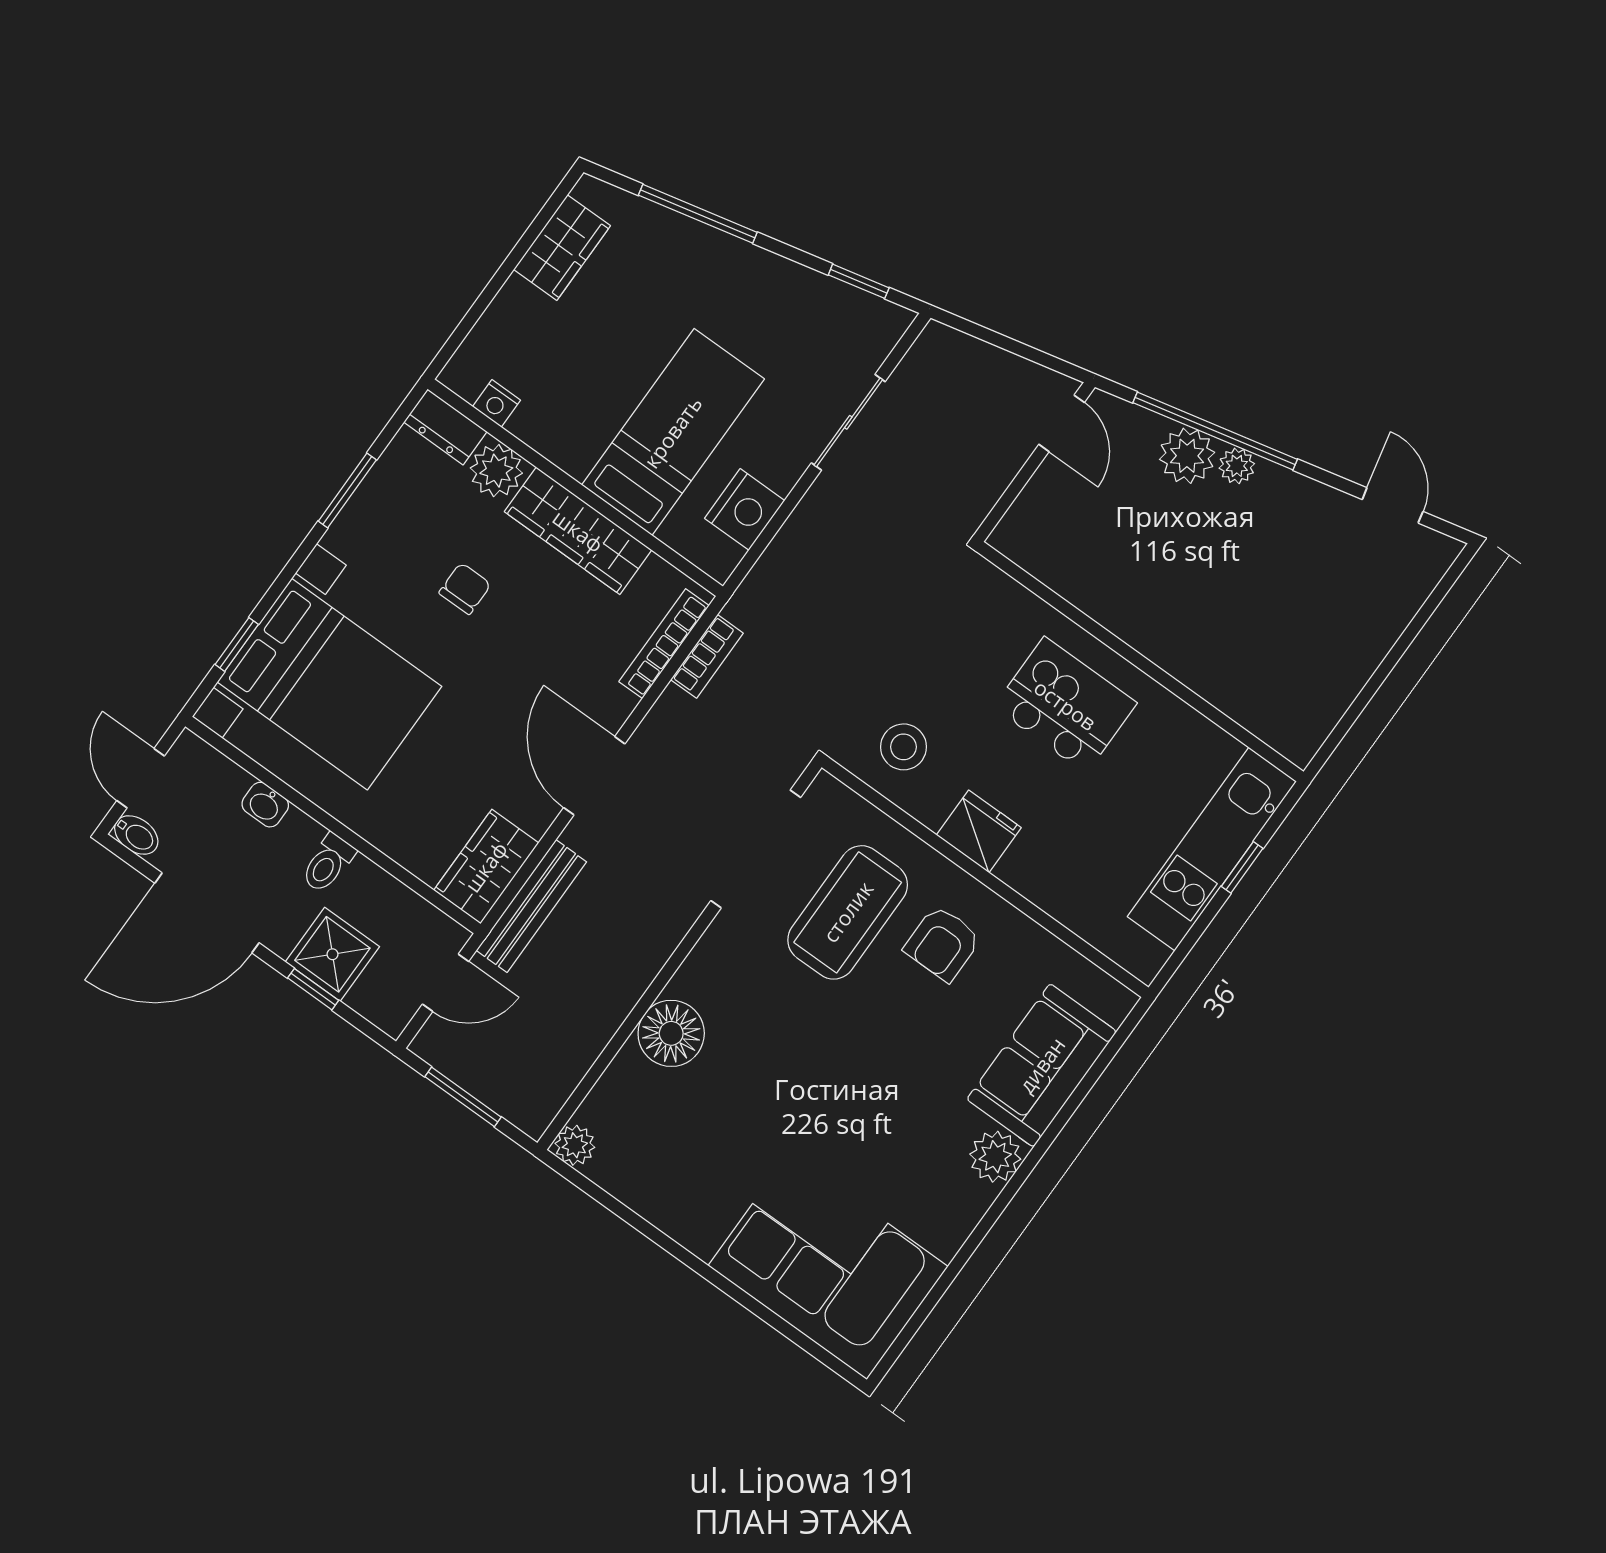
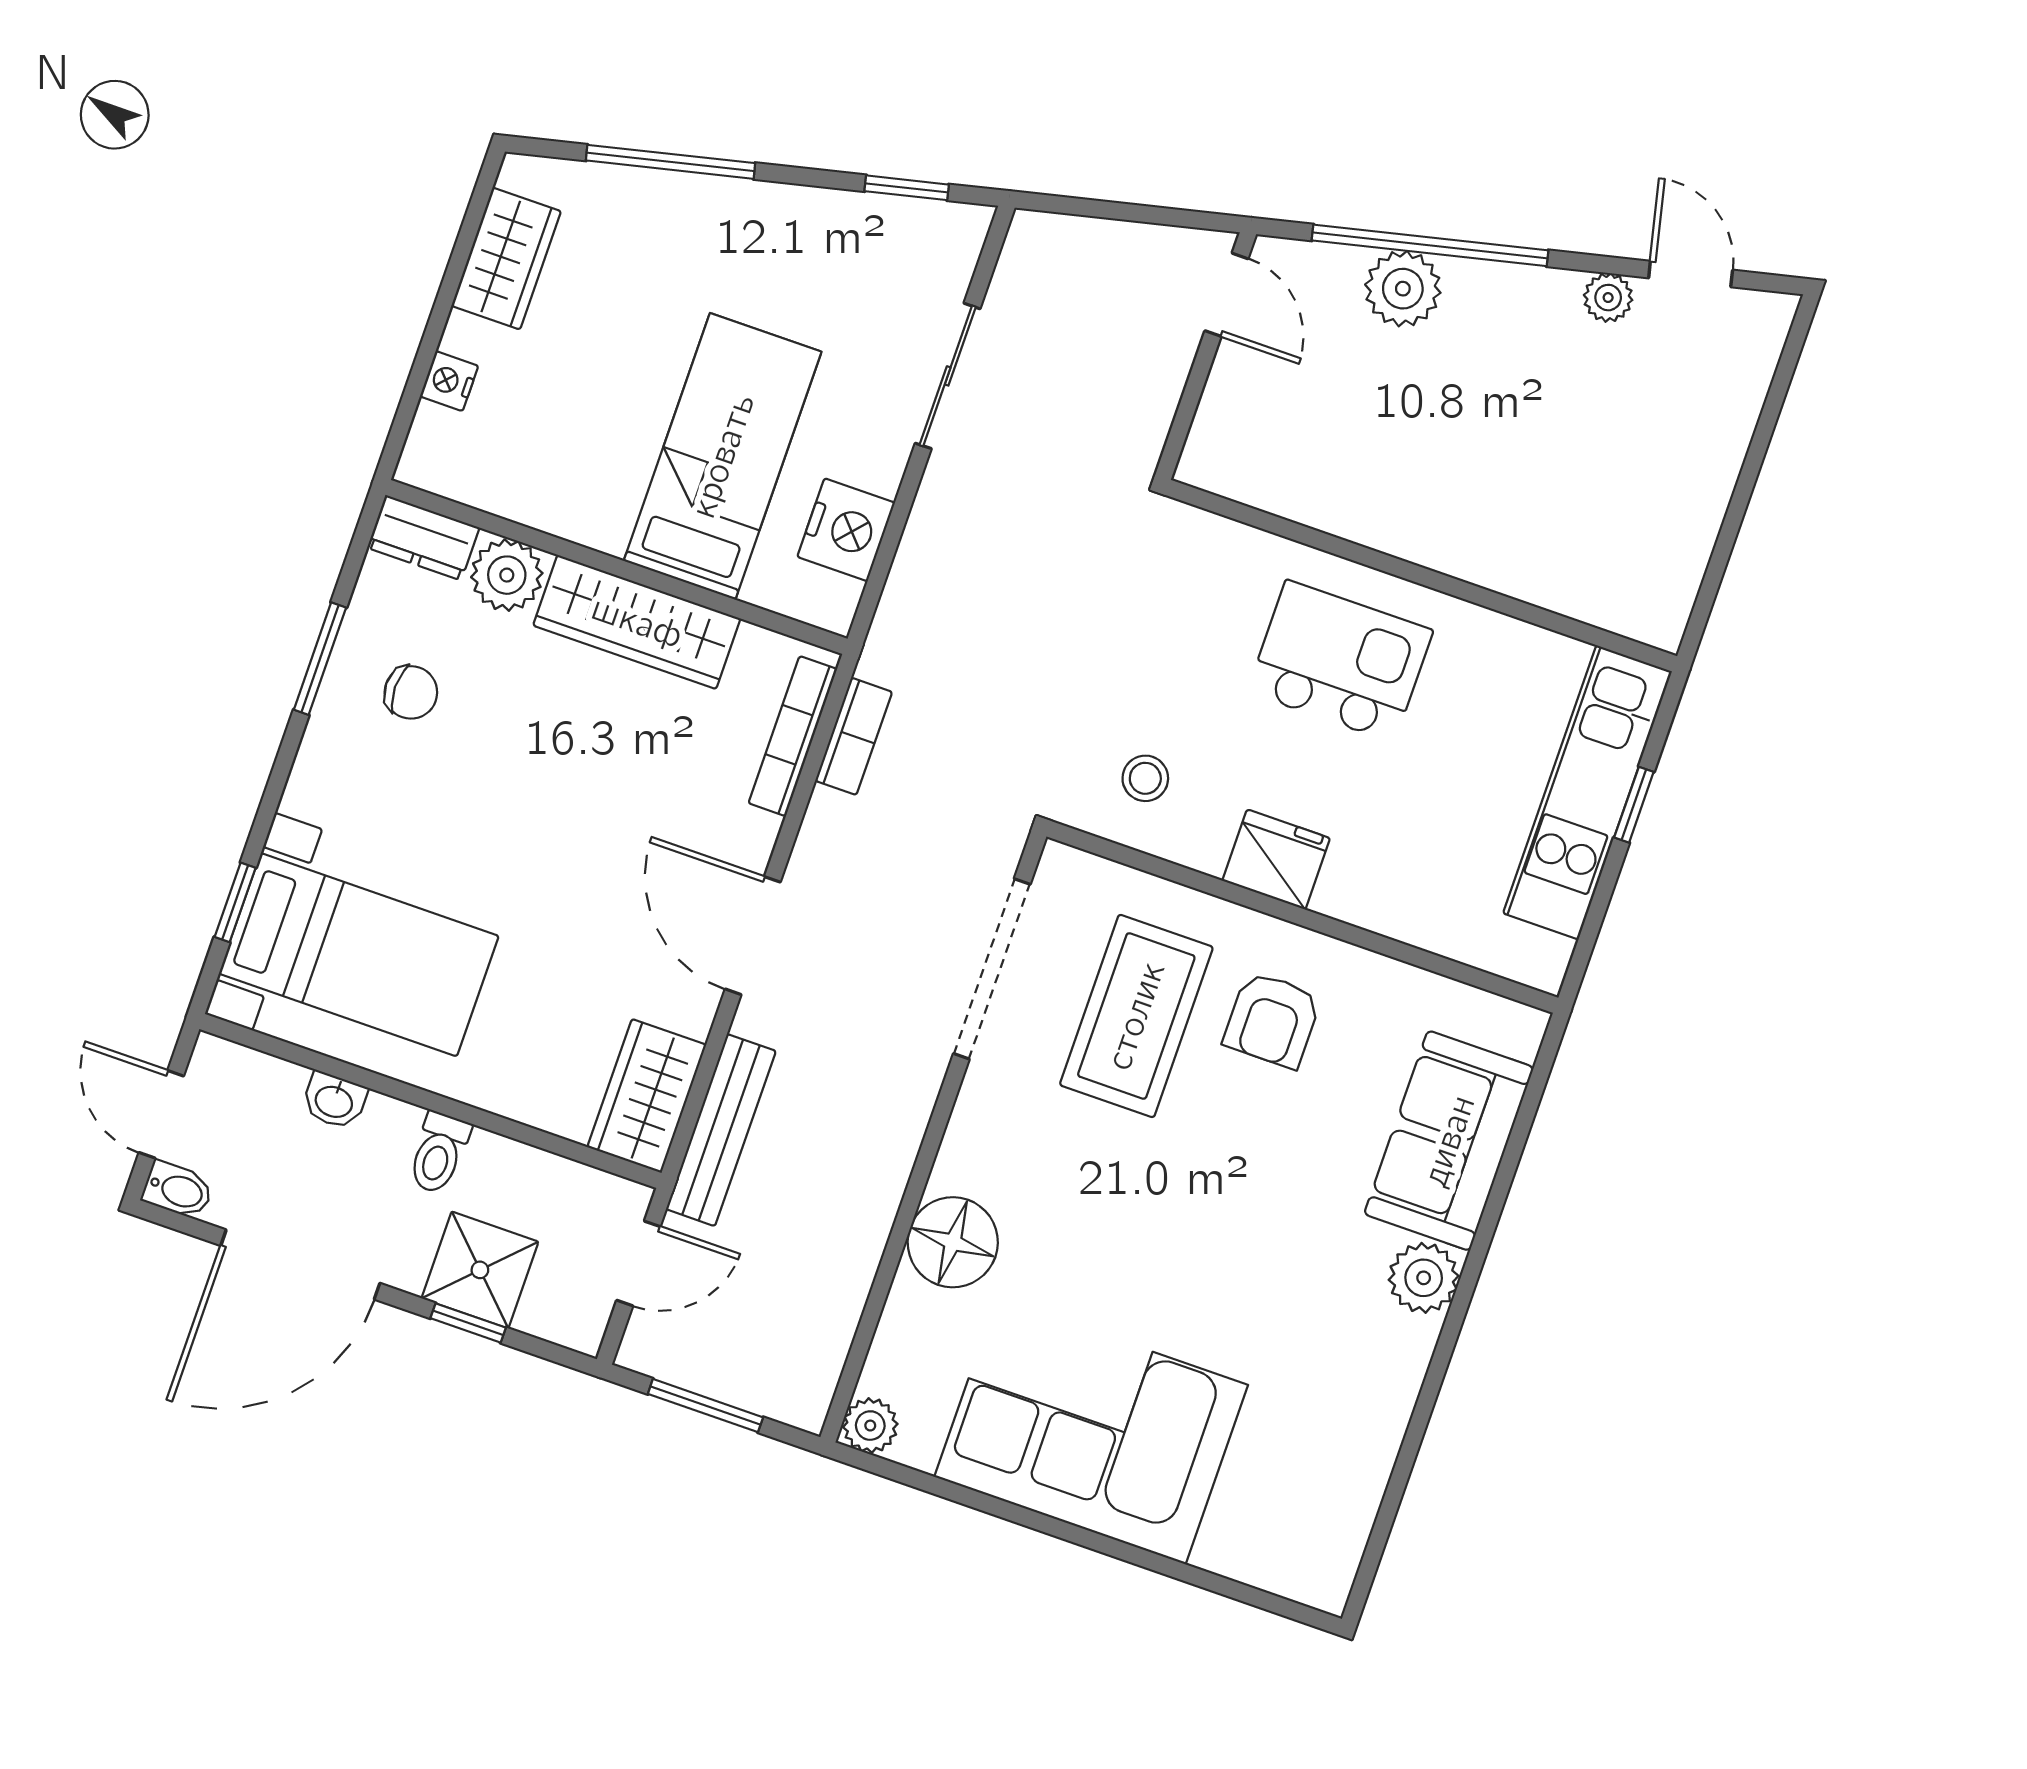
nightstand: (497, 403) -> (449, 381), moved, turned 90
plant: (1237, 466) -> (1608, 298), moved
chair: (465, 589) -> (411, 692), moved, turned 90
bed with nightstands: (329, 684) -> (359, 955), width x0.73
stool: (904, 747) -> (1145, 778), width x0.73, depth x0.73
corner sofa: (828, 1266) -> (1091, 1431), moved

